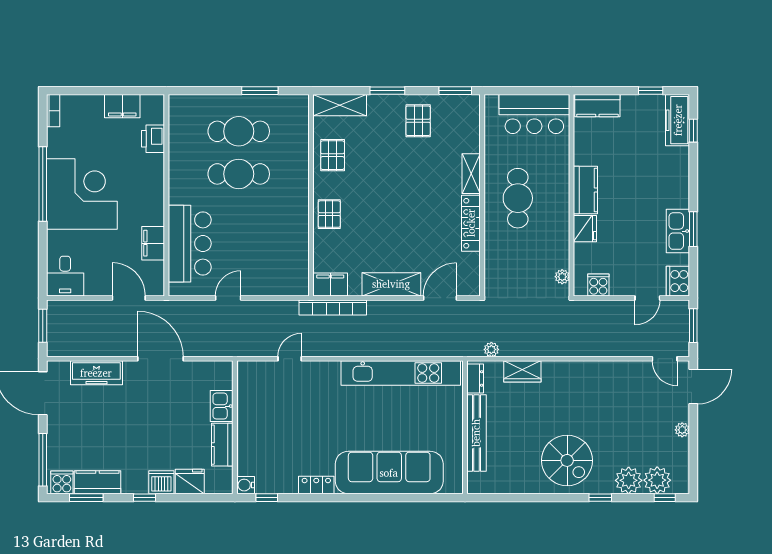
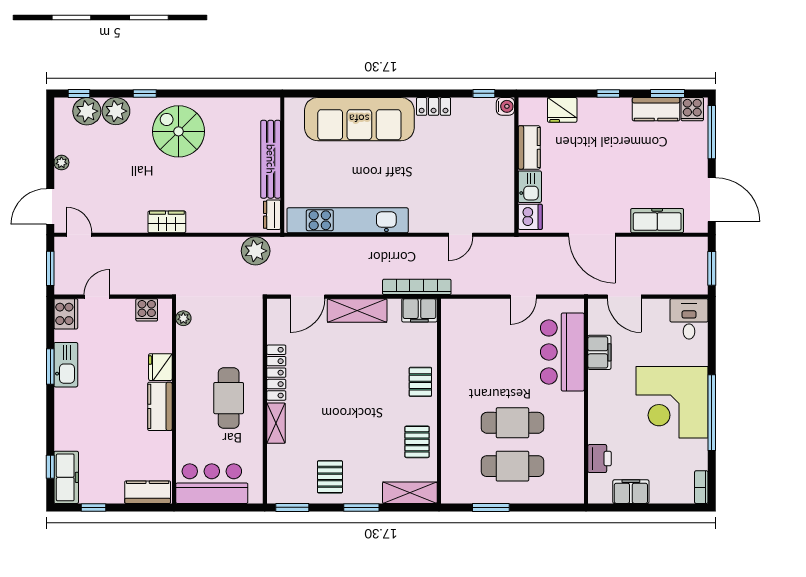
plant: (491, 349) -> (256, 251), width x1.87, depth x1.87
wardrobe: (522, 371) -> (167, 222), moved
dishwasher: (161, 482) -> (530, 217), moved, turned -90

